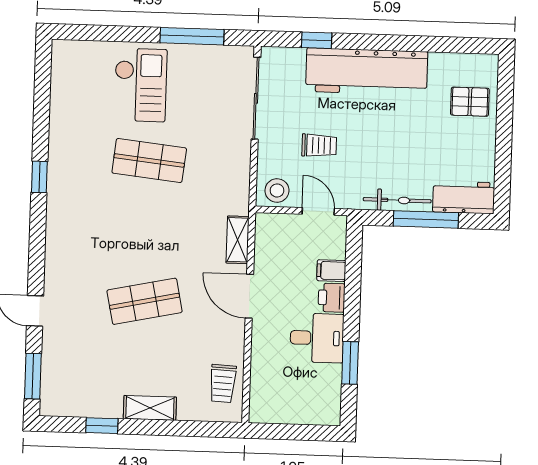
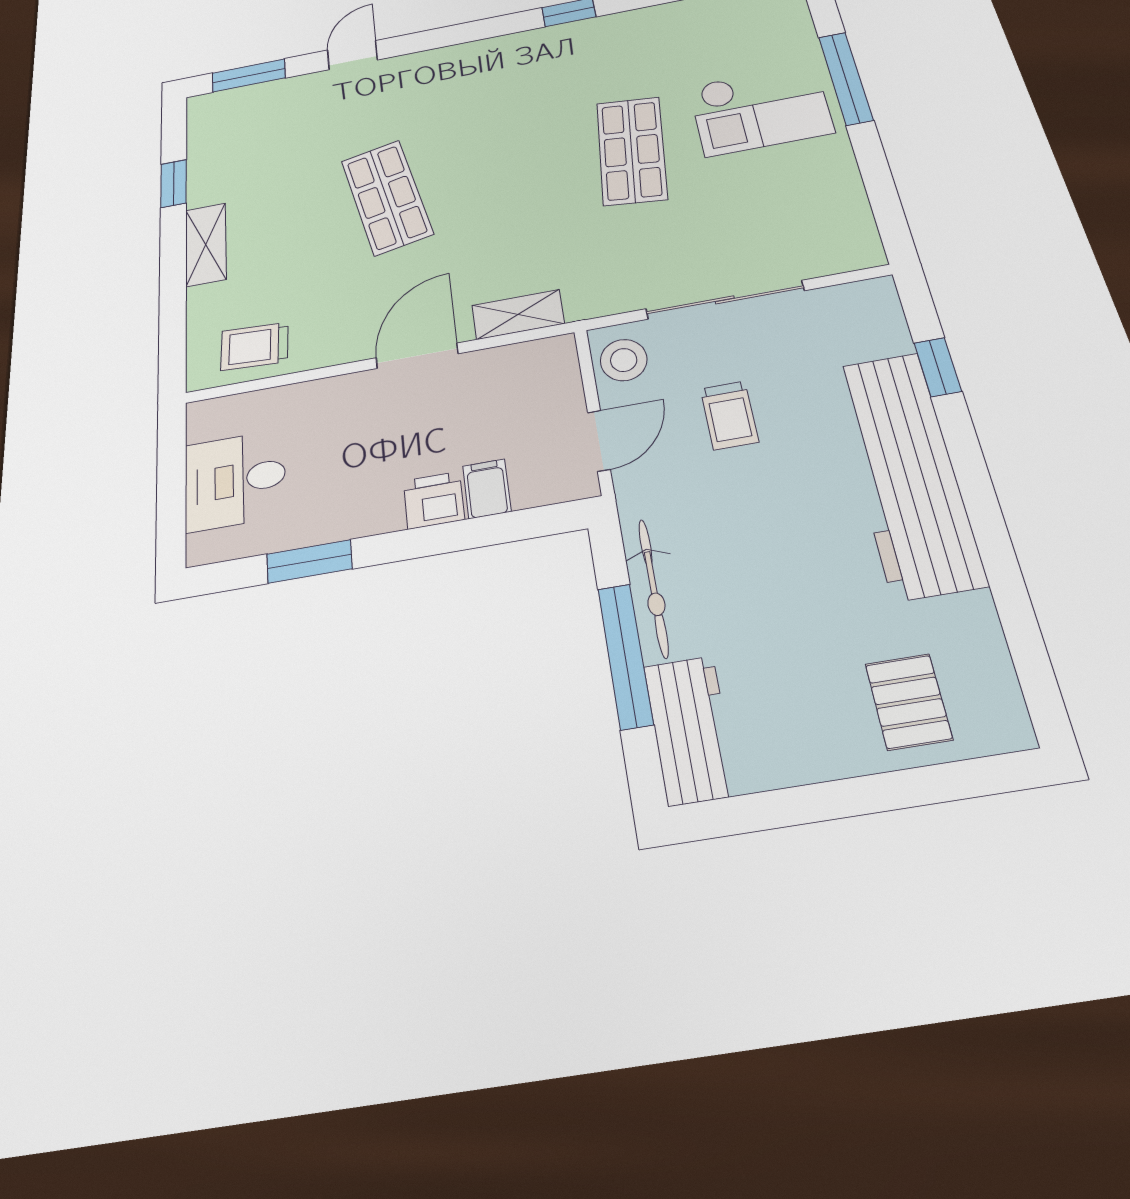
window: (192, 36) -> (846, 78), moved
sliding door: (256, 98) -> (725, 300), moved
desk: (317, 338) -> (235, 480), moved, turned 90

